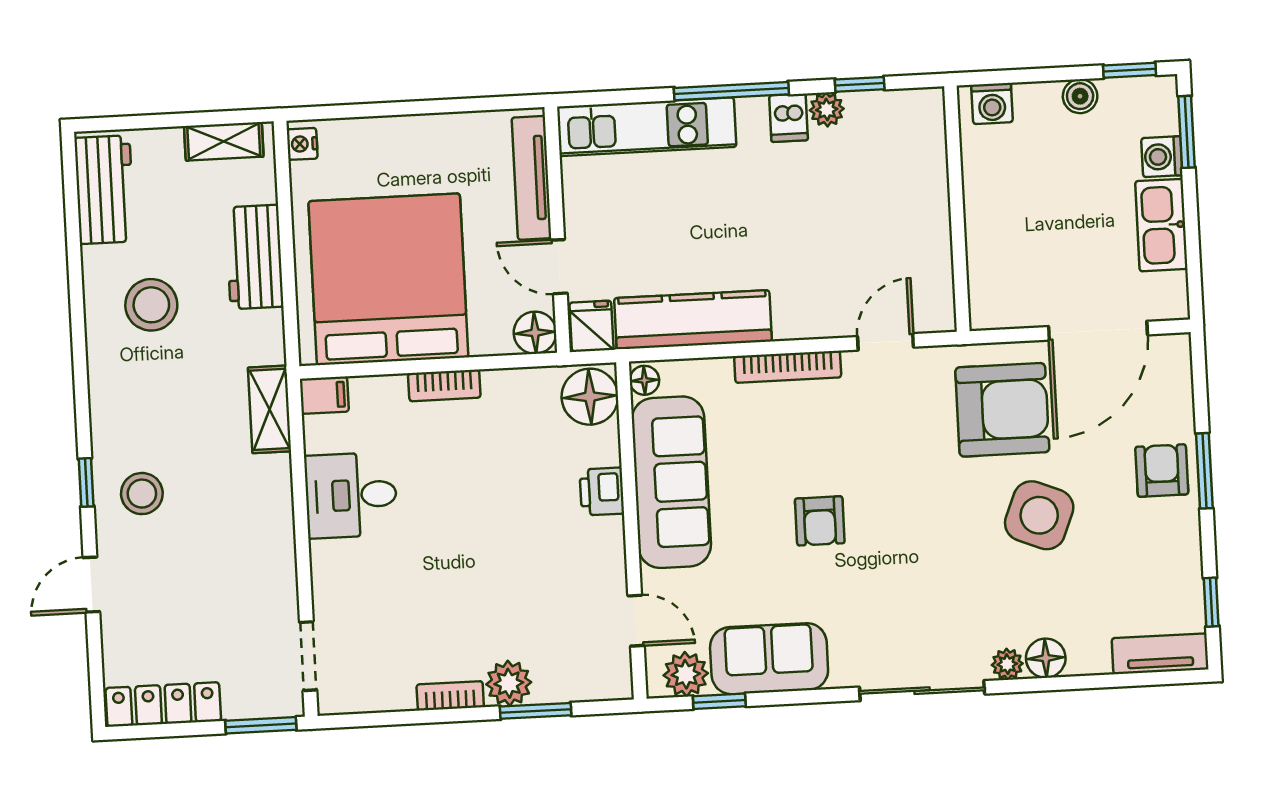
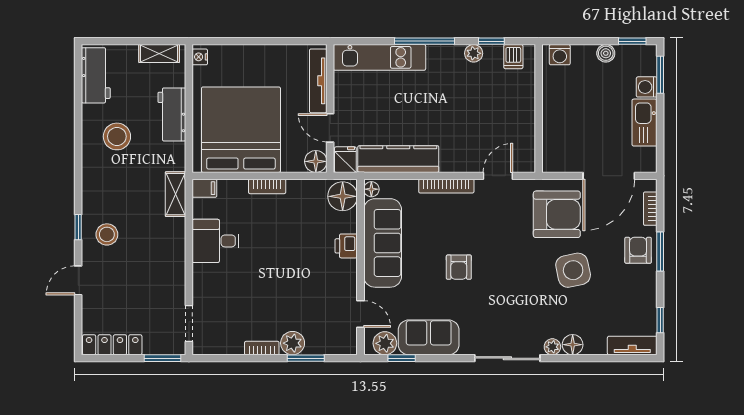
dishwasher: (788, 118) -> (513, 57), moved
bookcase: (1181, 390) -> (650, 209), added
side table: (1039, 515) -> (573, 270), turned -34

